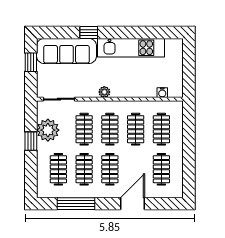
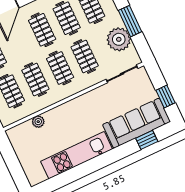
window: (89, 32) -> (147, 140), moved
plant: (104, 92) -> (38, 122), moved
water cooler: (162, 93) -> (26, 126), removed
window: (31, 141) -> (130, 21), width x1.50

